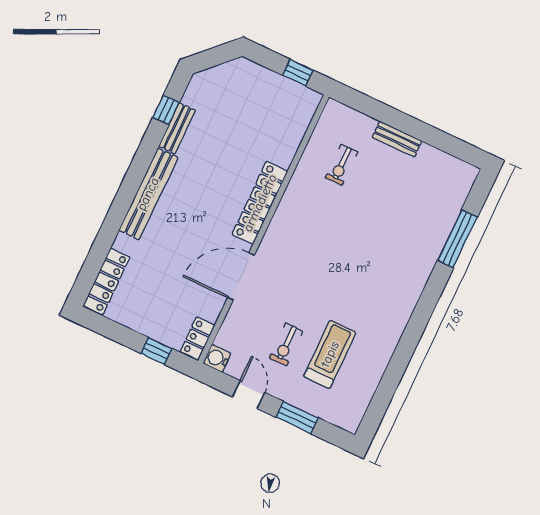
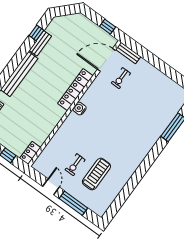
bench: (397, 139) -> (128, 53), moved
door: (241, 277) -> (106, 60), moved
water cooler: (217, 358) -> (79, 108), moved
window: (297, 417) -> (73, 203), width x1.44

